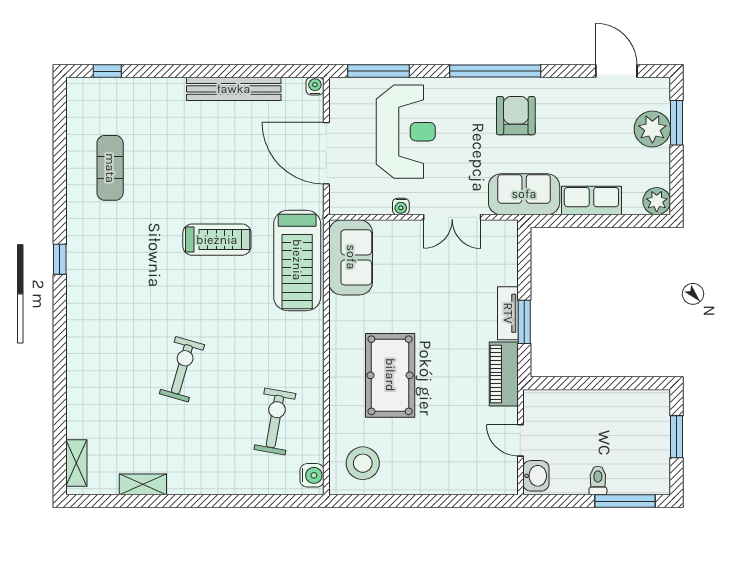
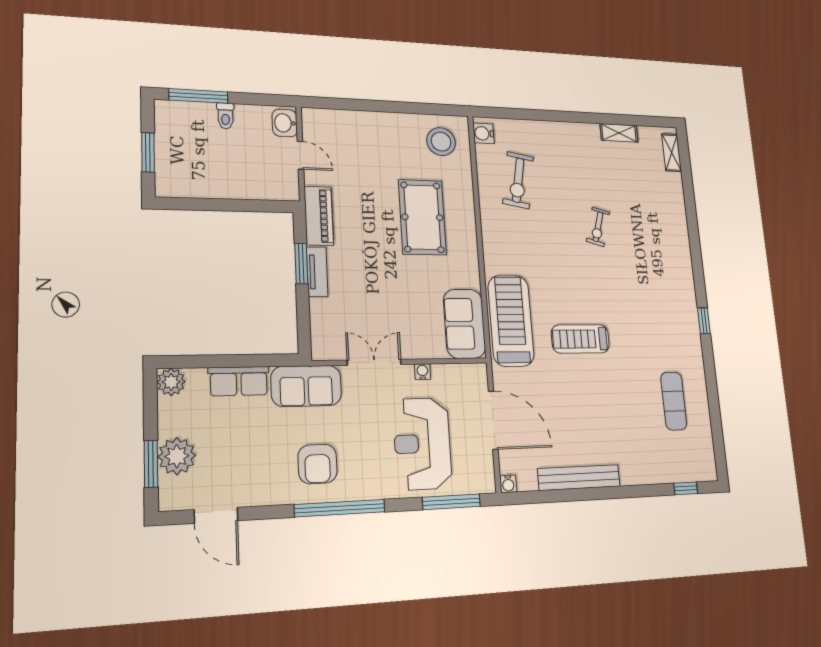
exercise bike: (182, 369) -> (598, 227), width x0.73, depth x0.72

